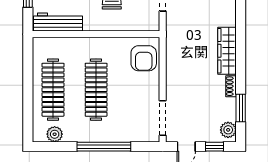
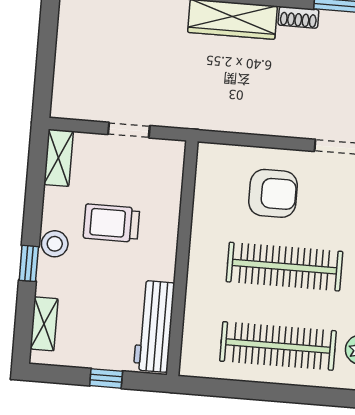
armchair: (144, 58) -> (273, 193), moved

